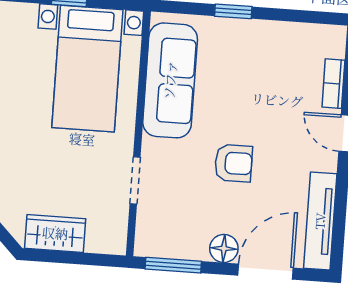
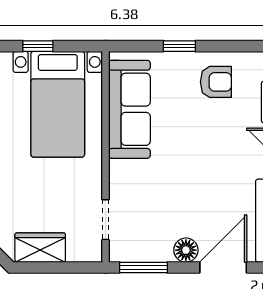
armchair: (233, 163) -> (216, 82), moved
doorway: (135, 180) -> (106, 220), moved

